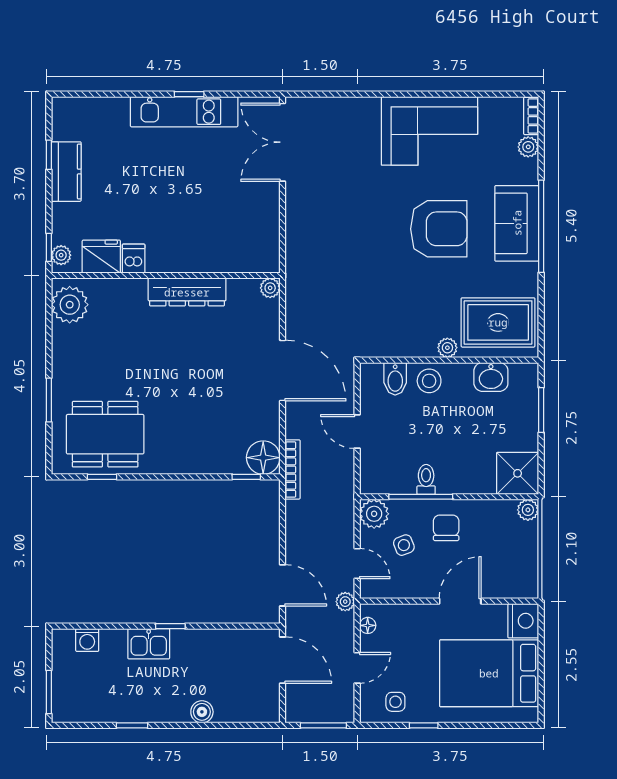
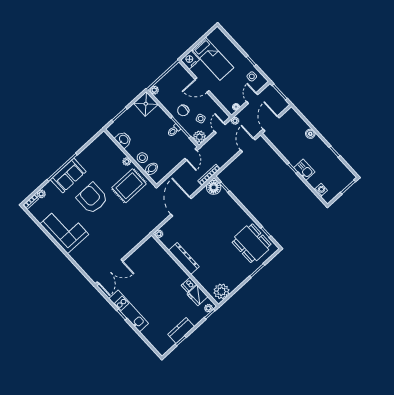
rug: (498, 322) -> (129, 186), moved, turned 90
door: (357, 431) -> (191, 154), moved
door: (357, 668) -> (252, 98), hinge flipped
bed: (489, 673) -> (213, 59), width x0.67

